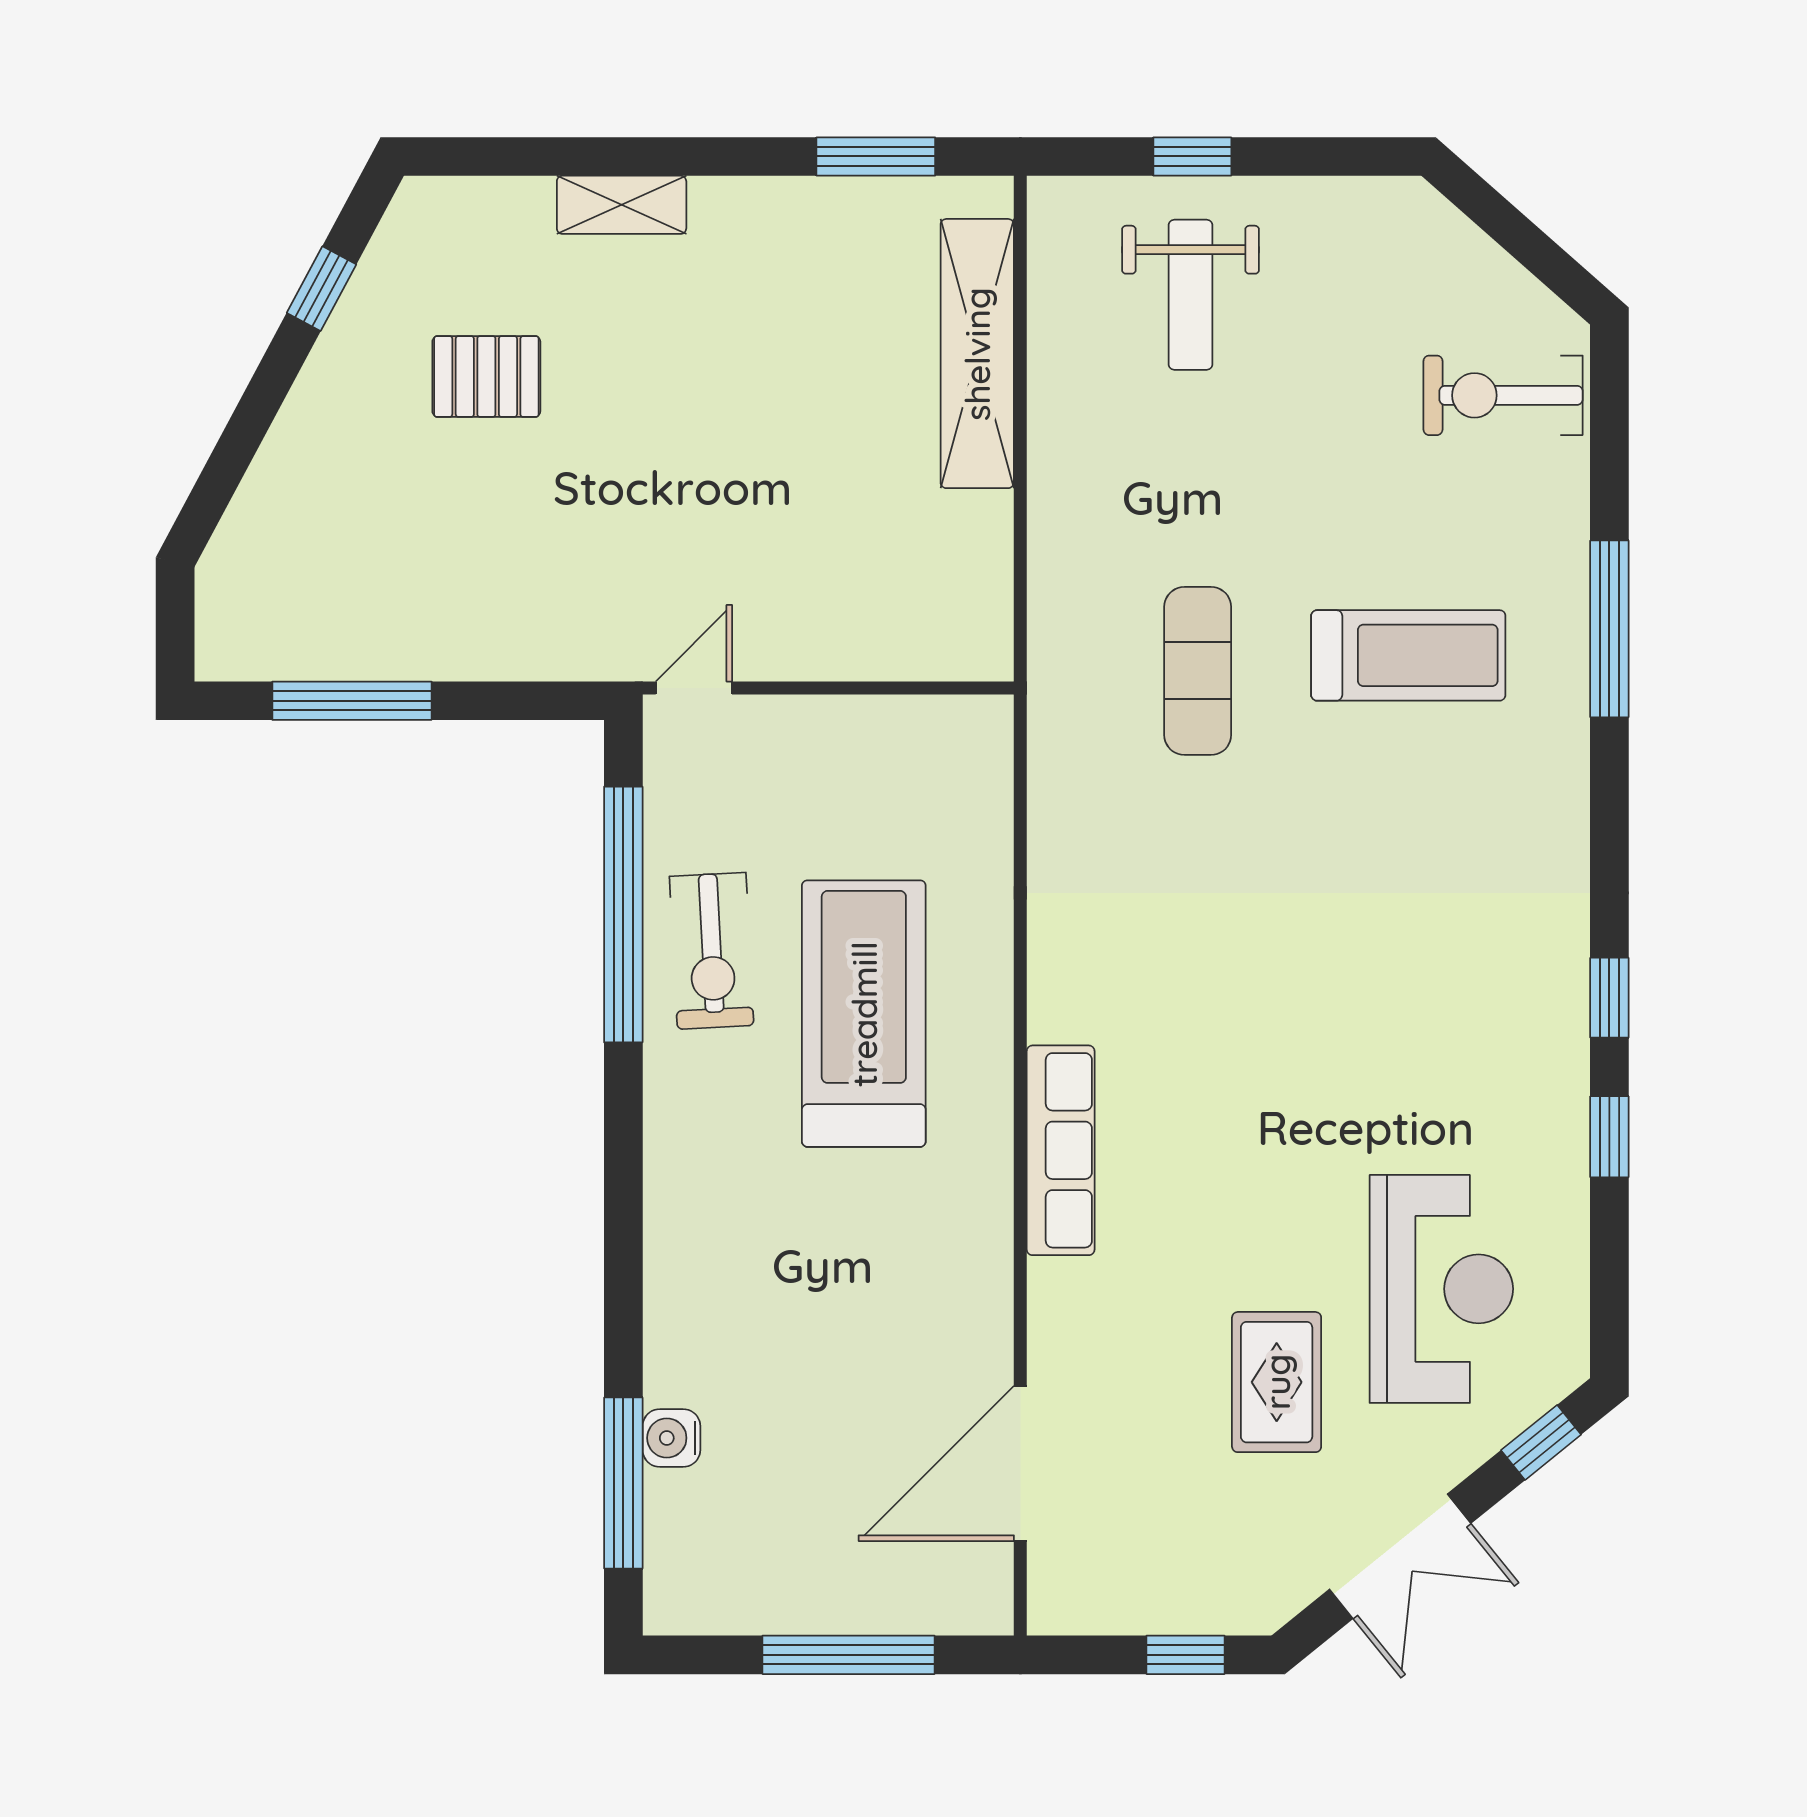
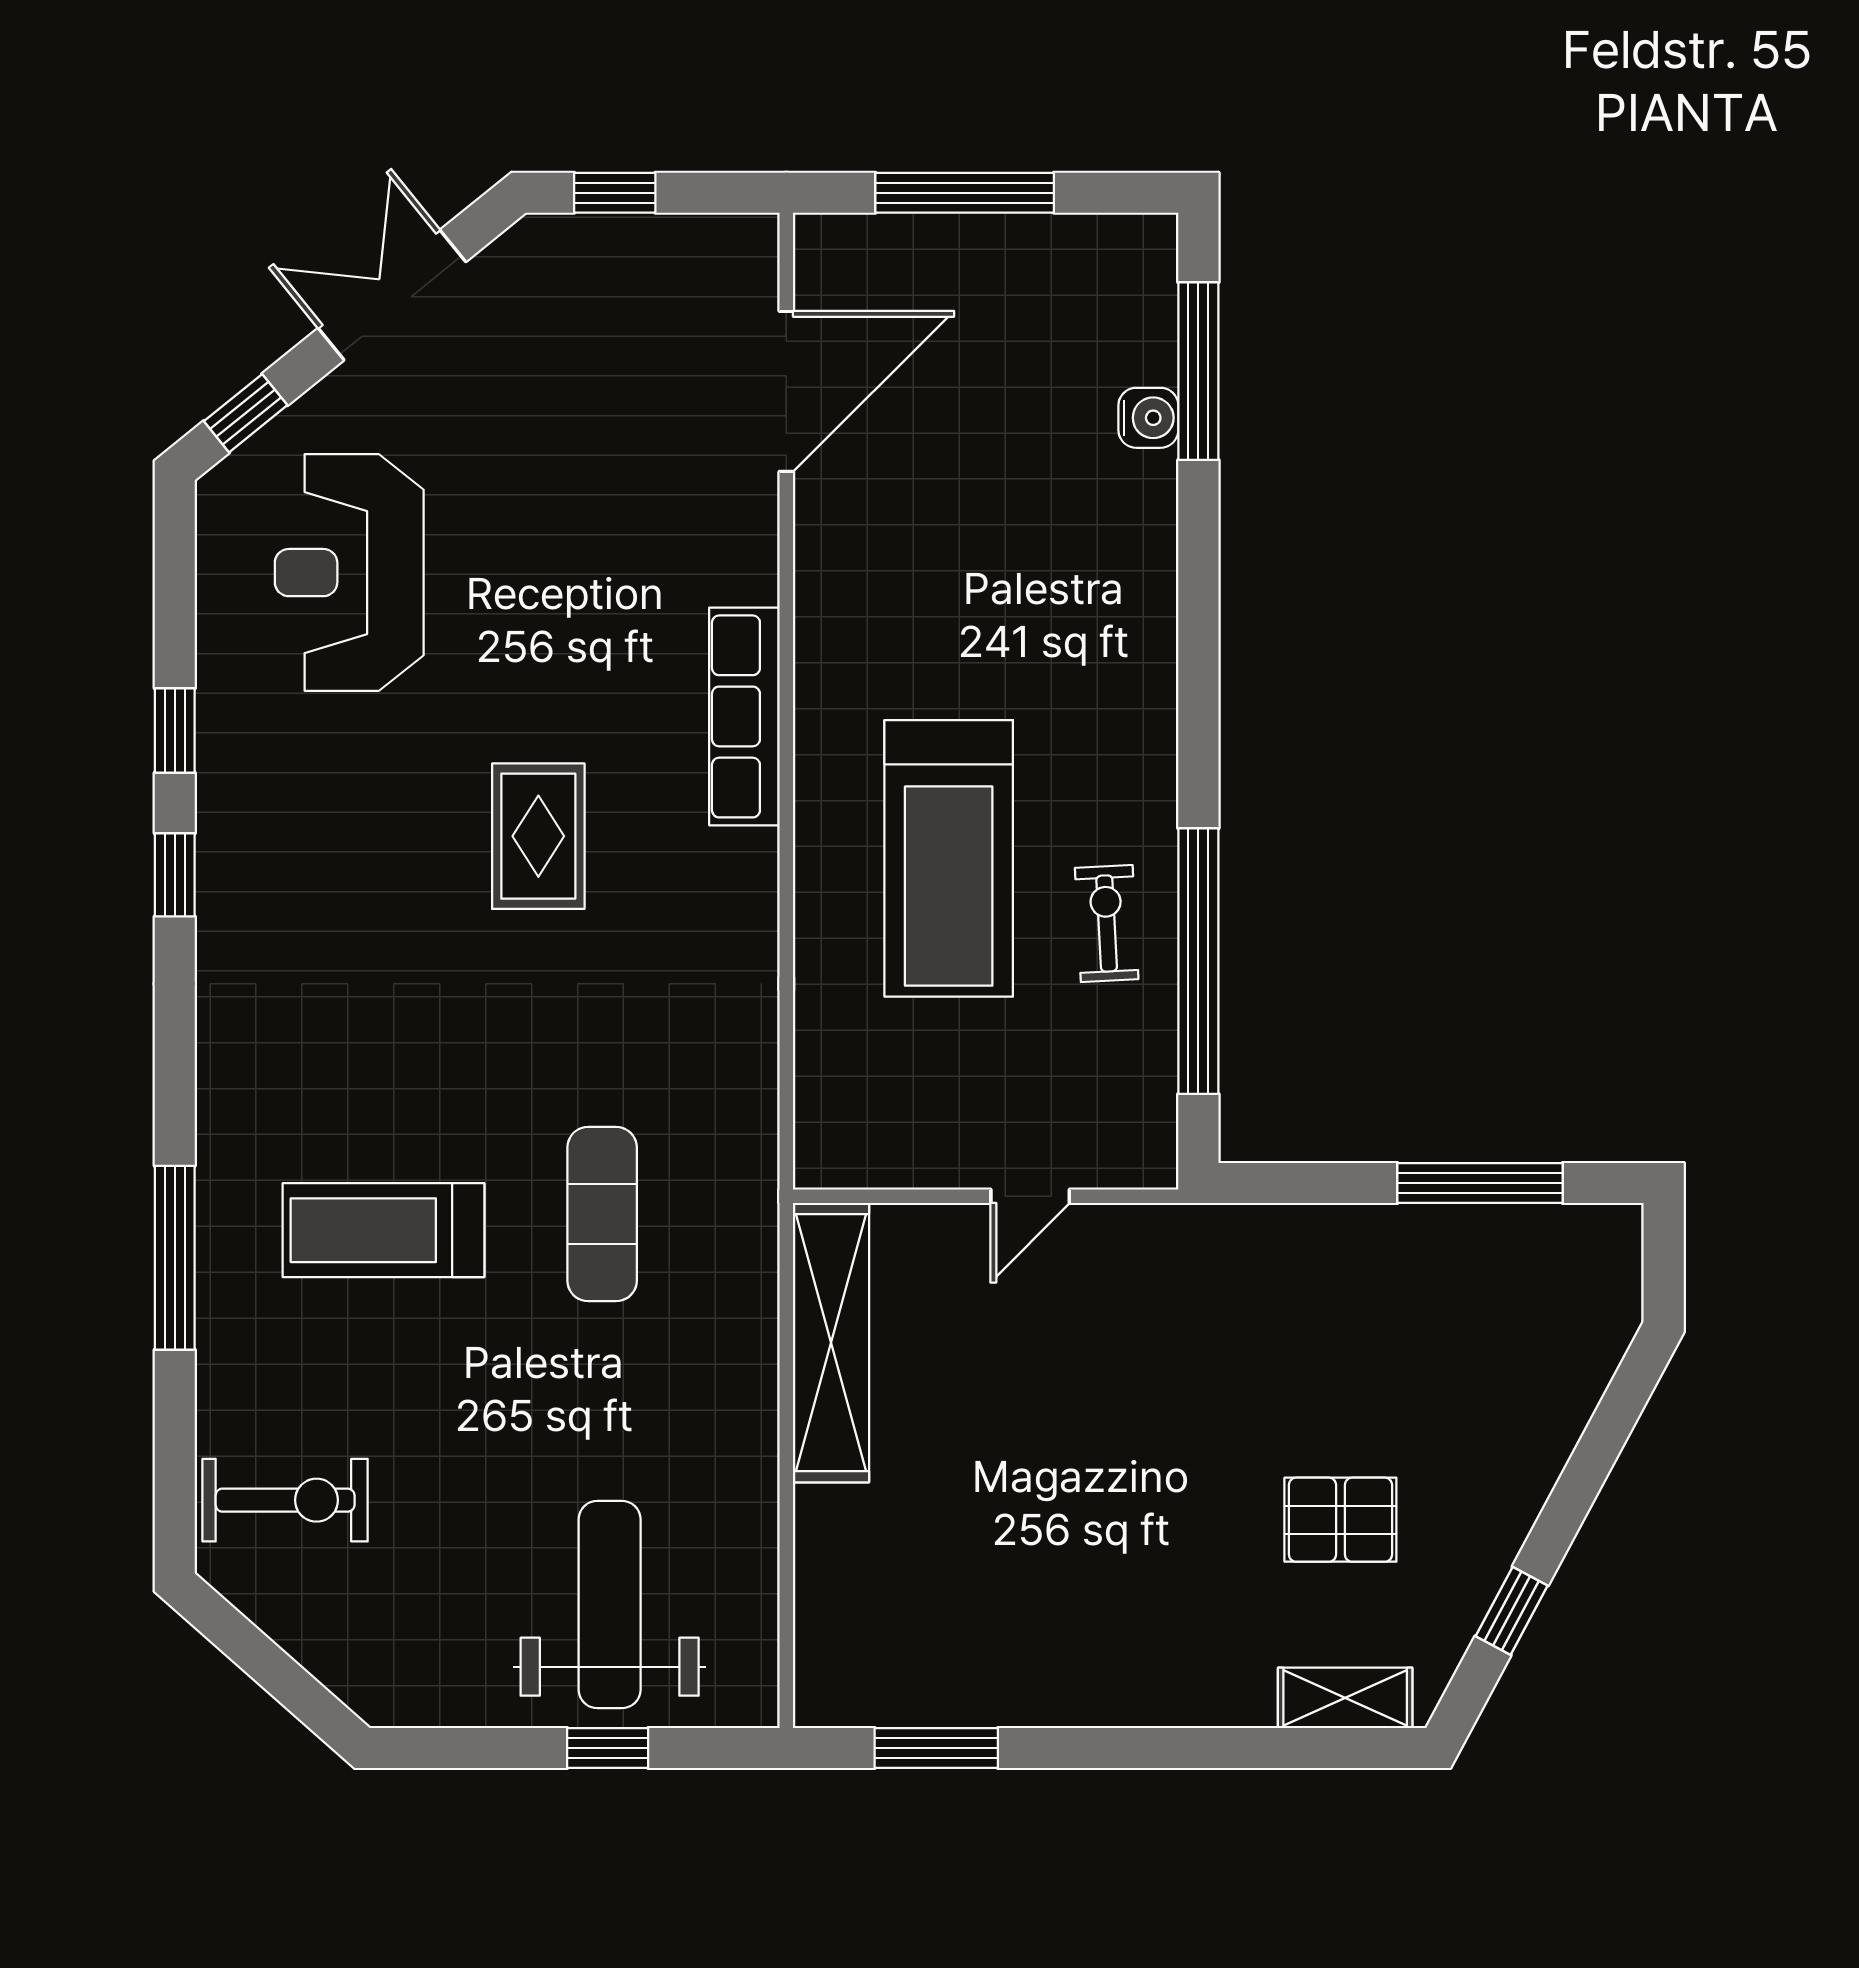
shelving: (622, 205) -> (1345, 1698), moved
weight bench: (1190, 295) -> (610, 1605), width x1.36, depth x1.33
shelving: (977, 354) -> (831, 1343), moved
door: (694, 688) -> (1030, 1196), moved
exercise bike: (712, 951) -> (1107, 923), width x0.73, depth x0.72
rug: (1277, 1382) -> (538, 836), moved

